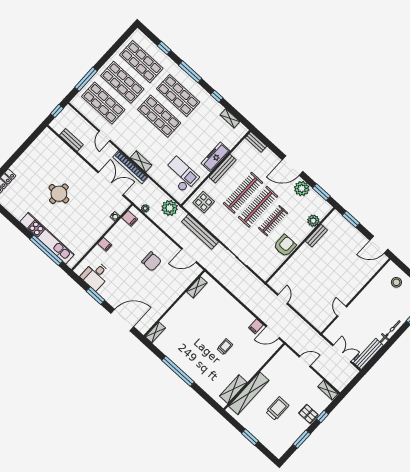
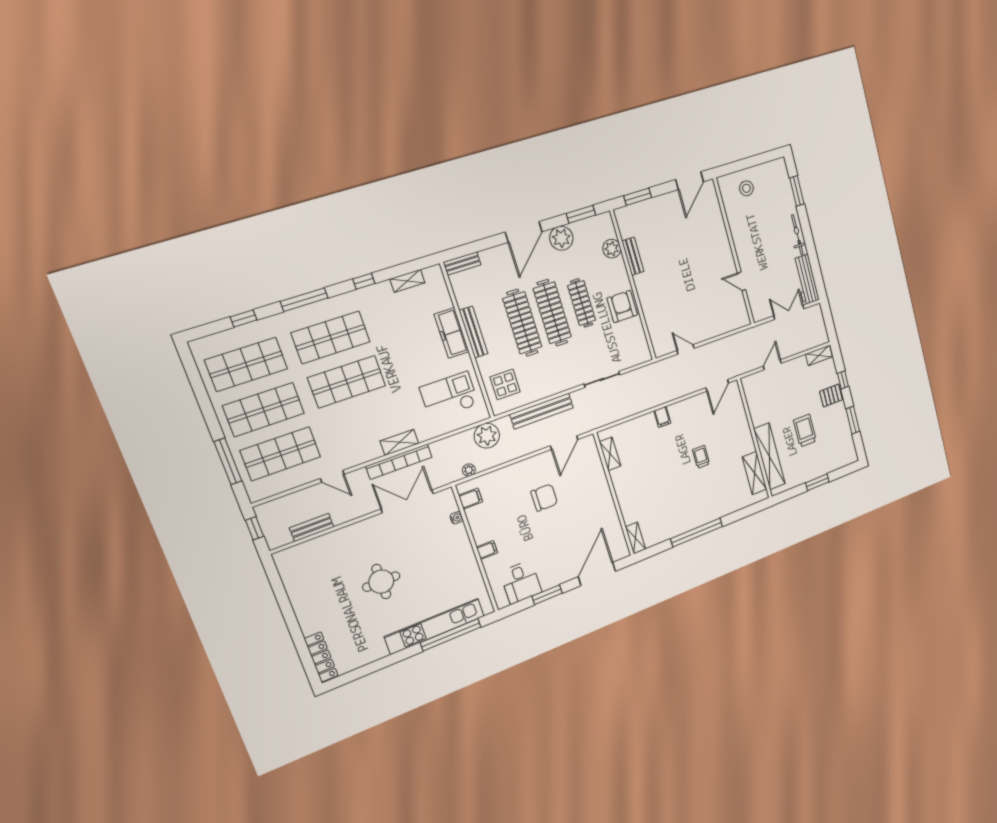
filing cabinet: (256, 326) -> (662, 417), moved

